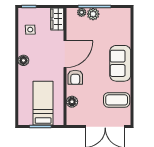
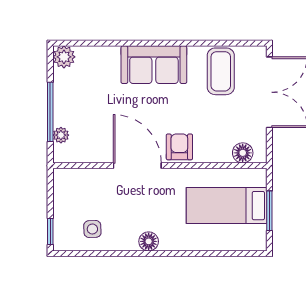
plant: (93, 14) -> (64, 57), moved
wardrobe: (57, 19) -> (73, 180), removed
armchair: (75, 77) -> (179, 147), turned -90
floor lamp: (72, 102) -> (243, 153), moved

